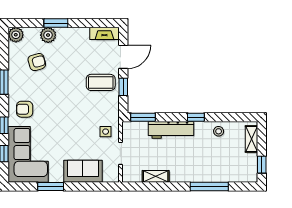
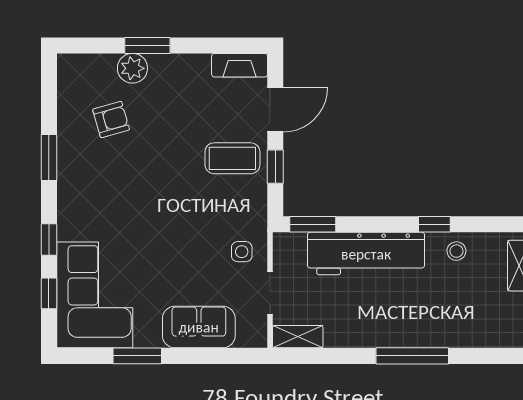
plant: (16, 35) -> (71, 68), removed
armchair: (25, 109) -> (88, 209), removed
window: (196, 117) -> (434, 224), moved
workbench: (171, 130) -> (366, 254), width x1.36, depth x1.32
shelving: (156, 176) -> (298, 337), moved
window: (209, 186) -> (412, 356), moved

